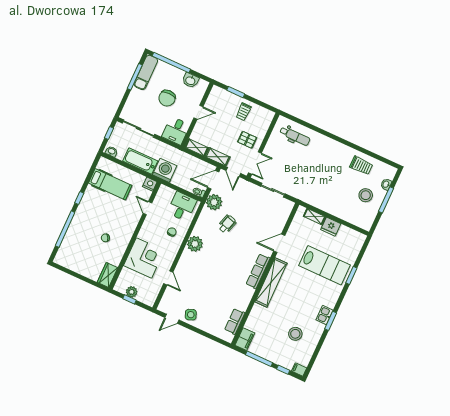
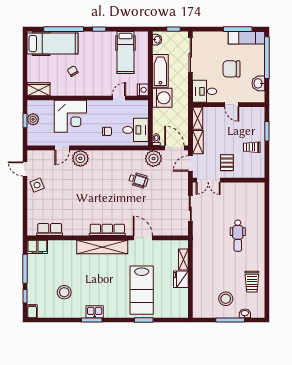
dental chair: (295, 136) -> (238, 236), moved
hospital bed: (73, 244) -> (53, 44), added
plant: (195, 244) -> (80, 158), moved

